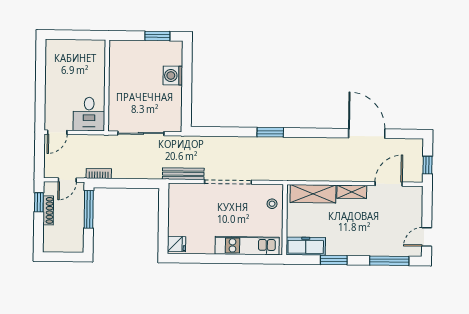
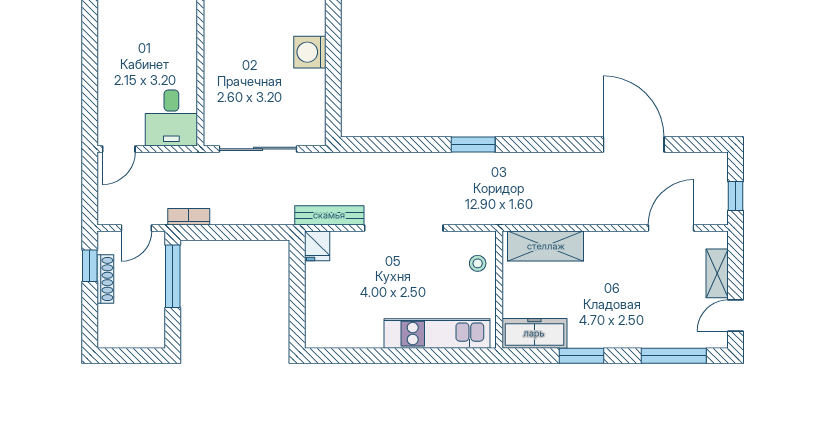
shelving: (352, 192) -> (717, 273), moved, turned 90
fridge: (176, 244) -> (317, 246), moved, turned 90

